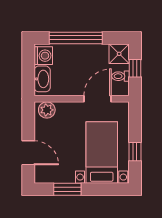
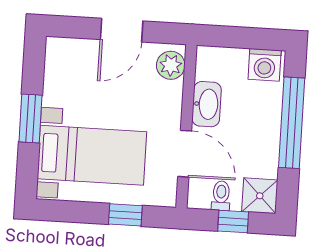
washbasin: (42, 79) -> (207, 104), moved, turned -90
window: (135, 152) -> (125, 215), moved
door: (28, 153) -> (122, 30), moved
window: (67, 189) -> (30, 119), moved

